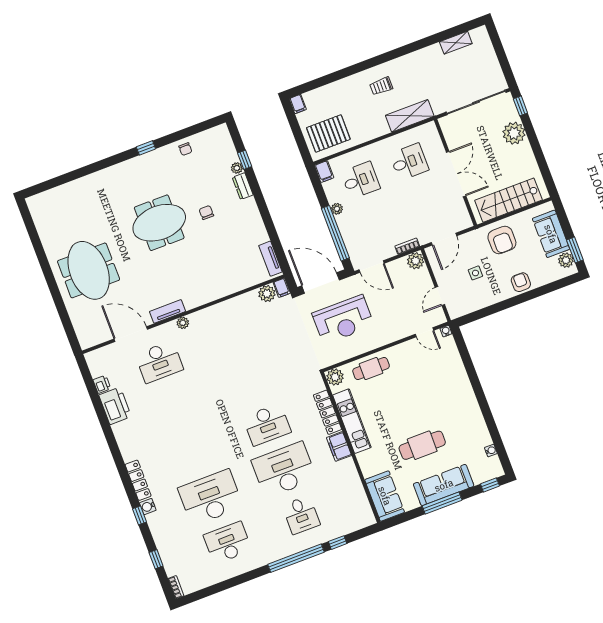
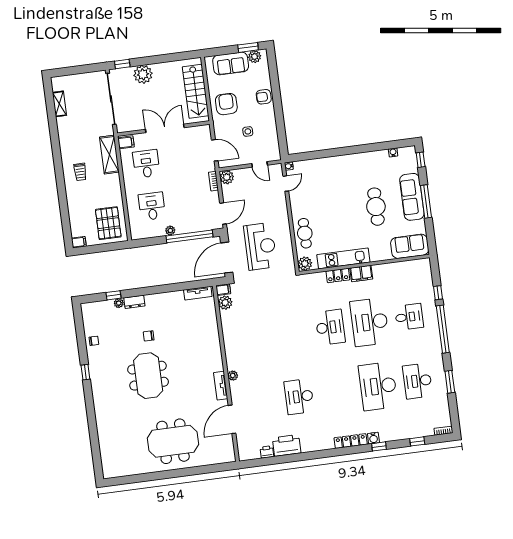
filing cabinet: (324, 172) -> (126, 142), moved
armchair: (502, 240) -> (226, 104), turned -90
desk: (159, 362) -> (299, 397), moved, turned 180
locker: (328, 412) -> (338, 275), width x0.66
window: (236, 581) -> (450, 382), added

